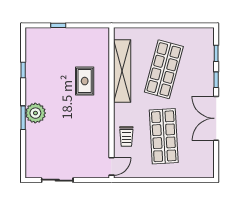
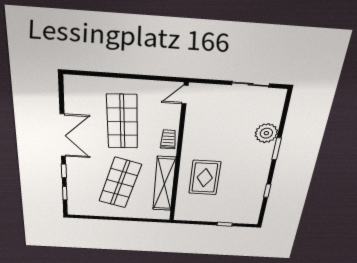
rug: (85, 81) -> (205, 178), width x1.36, depth x1.43
plant: (35, 113) -> (266, 133), moved
trolley: (126, 136) -> (168, 139), moved

